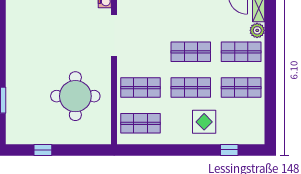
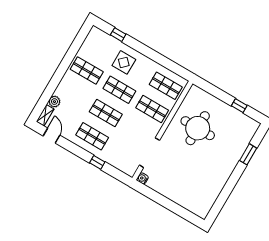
shop shelf: (241, 52) -> (92, 136), moved

